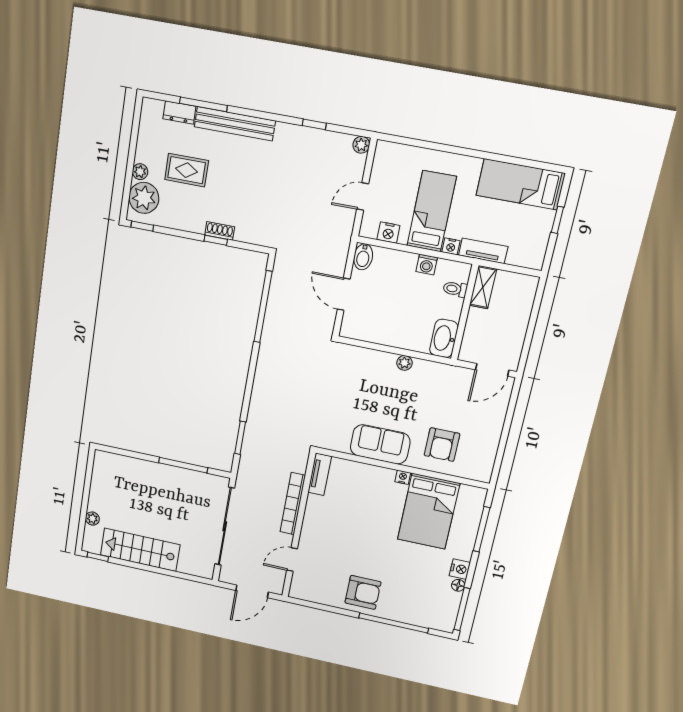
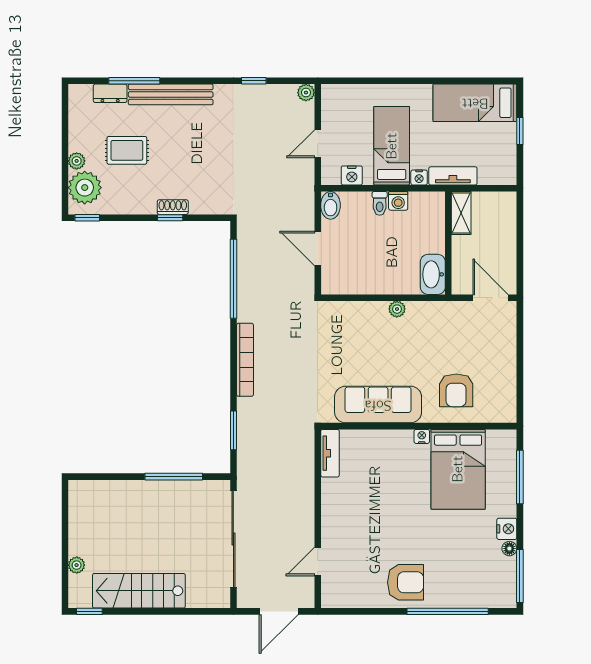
toilet: (455, 289) -> (380, 203), moved, turned -90
door: (492, 370) -> (491, 298), swing flipped
sofa: (380, 444) -> (378, 405), width x1.36
bookcase: (293, 504) -> (245, 360), moved, turned 180

